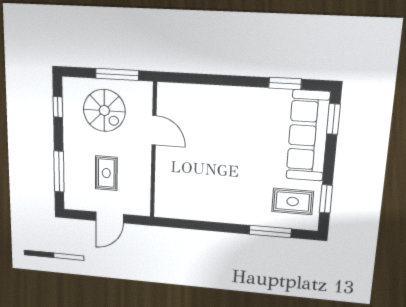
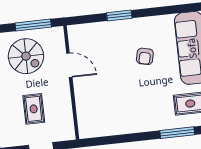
window: (285, 83) -> (119, 16), moved
armchair: (247, 136) -> (145, 56), added

